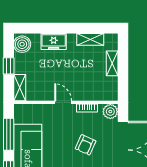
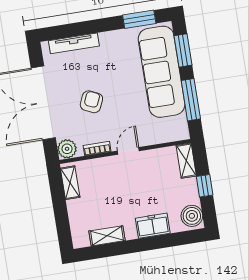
shelving: (112, 63) -> (70, 183), moved
door: (63, 102) -> (128, 151), swing flipped

